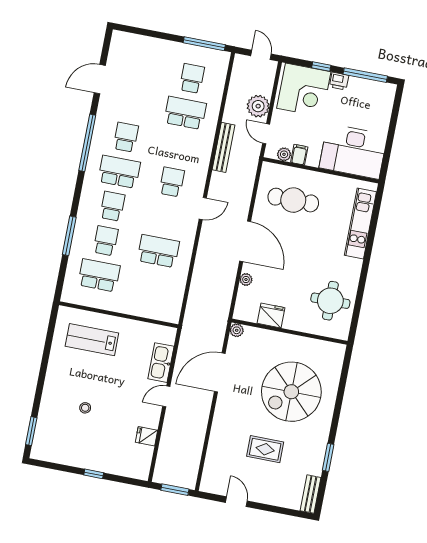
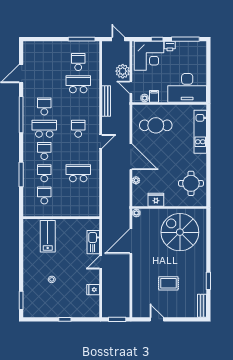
school desk: (99, 275) -> (44, 195), width x0.54
lab bench: (92, 340) -> (48, 236), turned 90
spiral stairs: (291, 392) -> (180, 232), moved, turned 90

